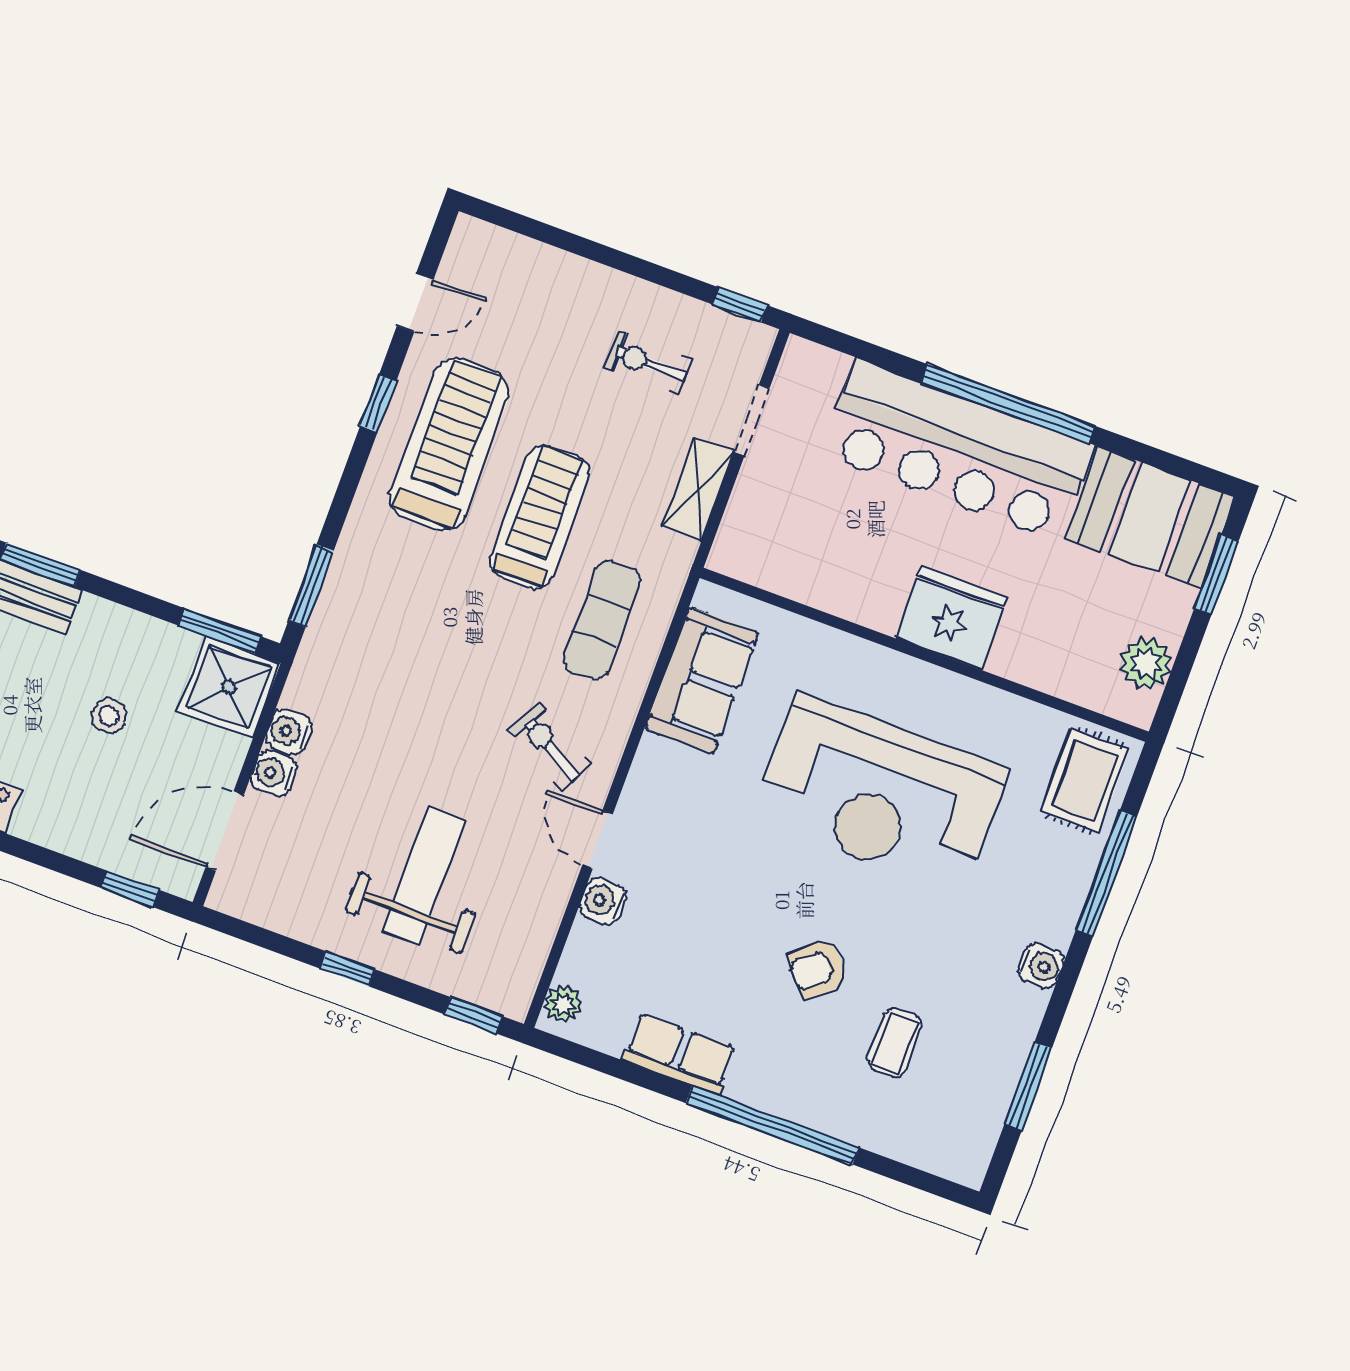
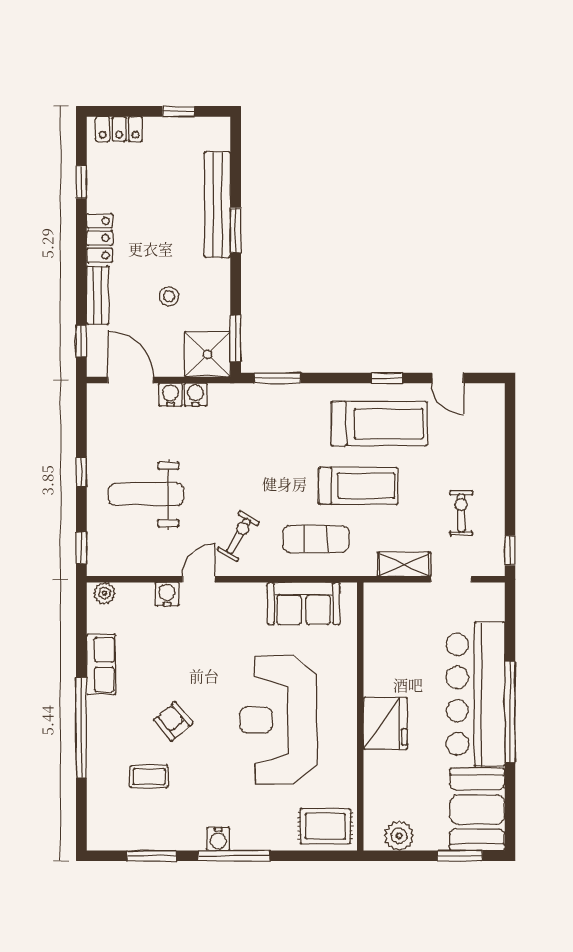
bench: (64, 834) -> (98, 295), added
window: (1106, 873) -> (234, 856), moved
weight bench: (424, 875) -> (146, 494), turned 180

